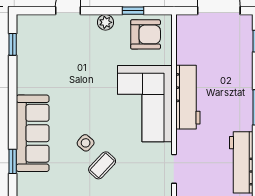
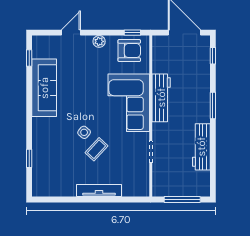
window: (133, 11) -> (132, 33), moved
sofa: (33, 133) -> (44, 88), moved
window: (13, 161) -> (29, 158), moved

